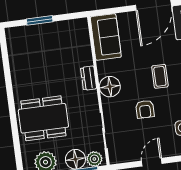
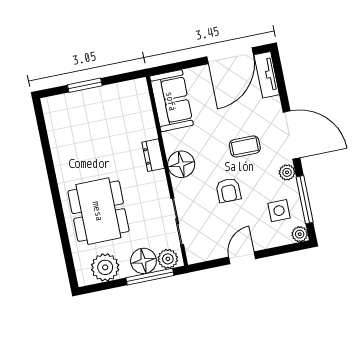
coffee table: (160, 76) -> (245, 146), turned 90
dining table: (43, 118) -> (98, 211), turned 90

